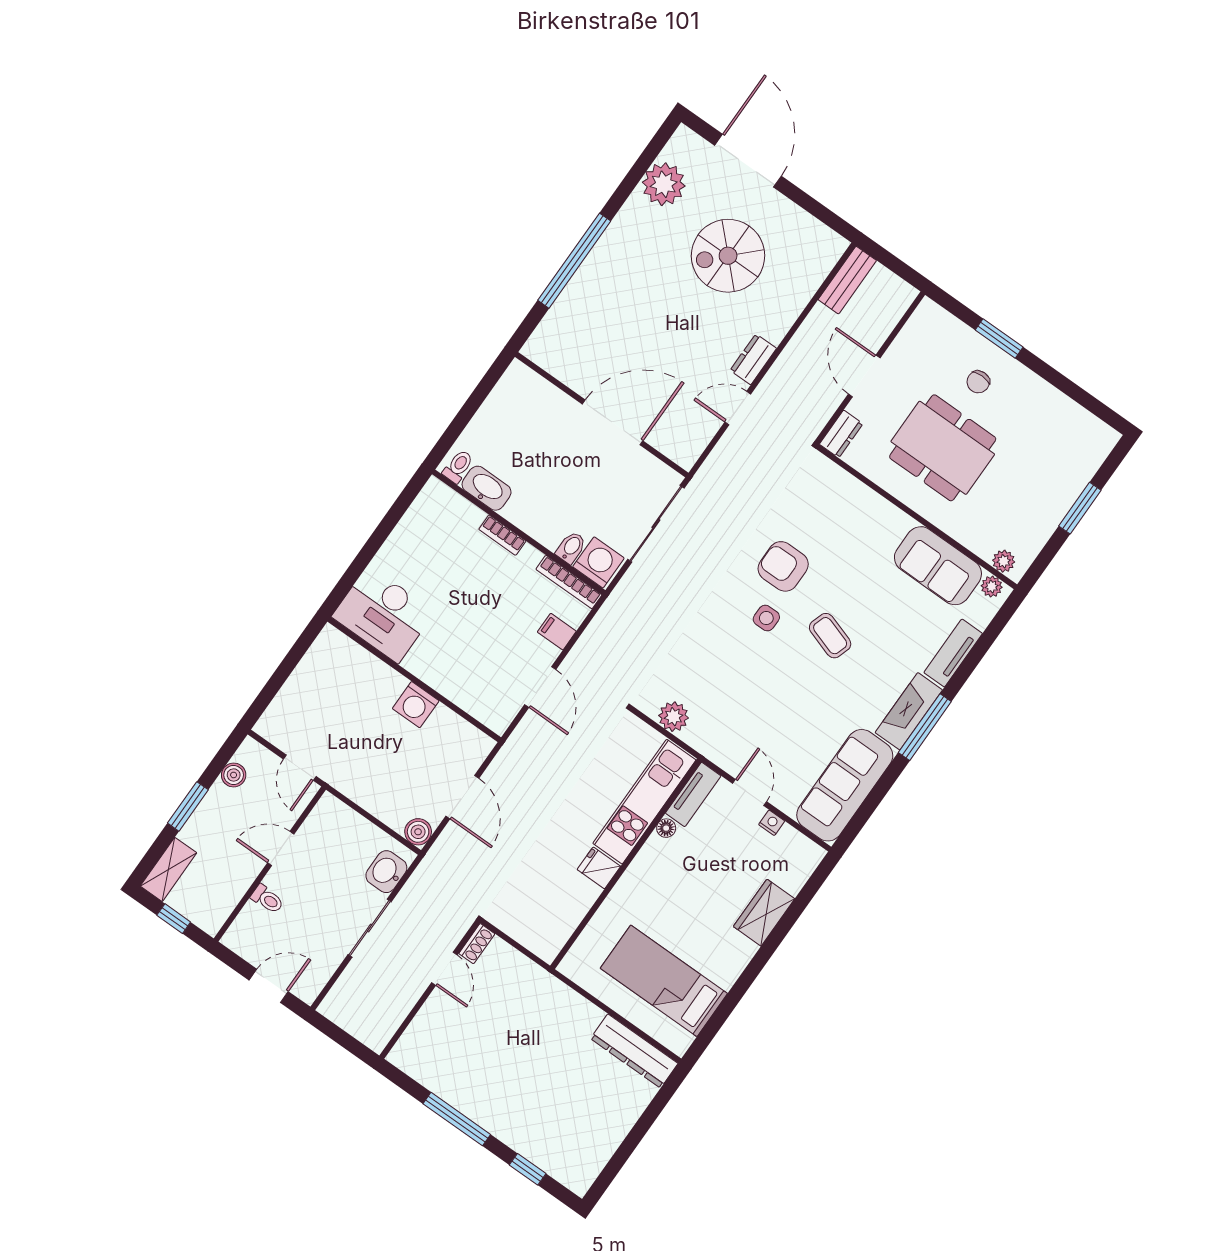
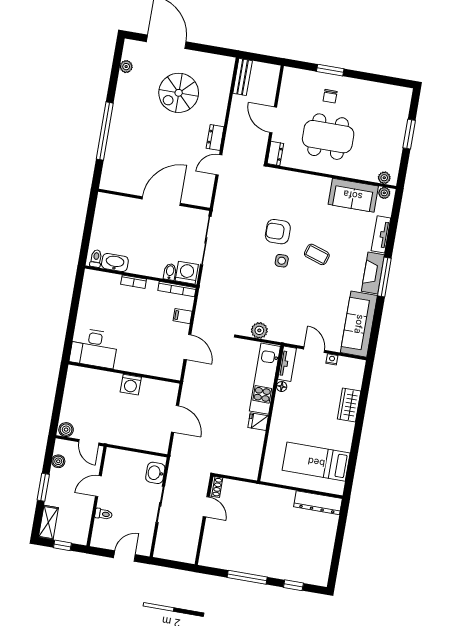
plant: (664, 184) -> (126, 67), width x0.53, depth x0.53
boiler: (418, 832) -> (66, 430), moved

